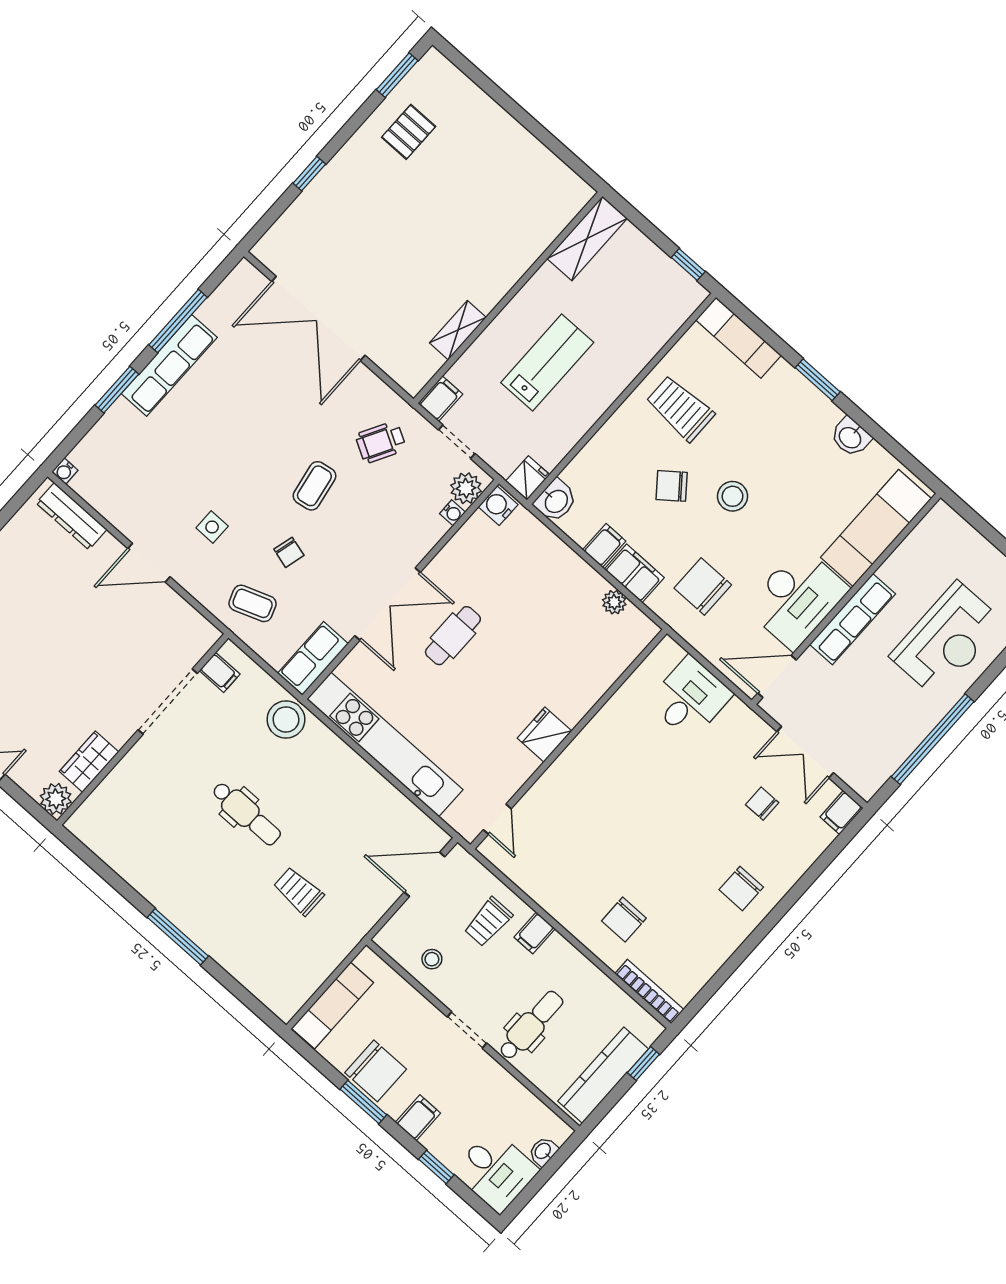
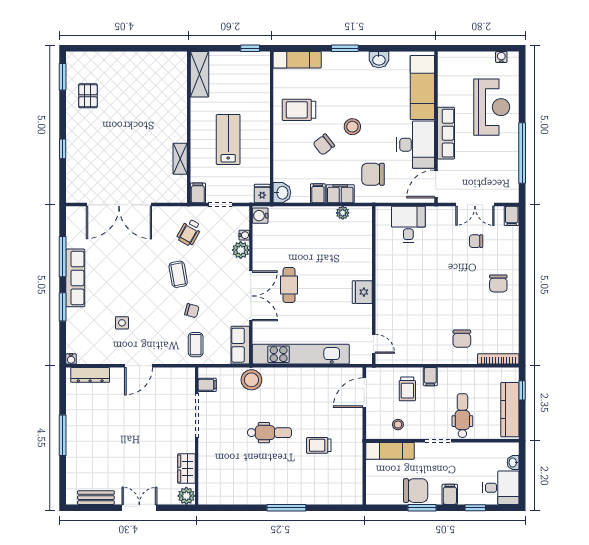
plant: (466, 488) -> (241, 250), moved
side table: (212, 527) -> (122, 323), moved
coffee table: (253, 603) -> (196, 345), turned -70
exam couch: (332, 1006) -> (390, 451), moved, turned 90

